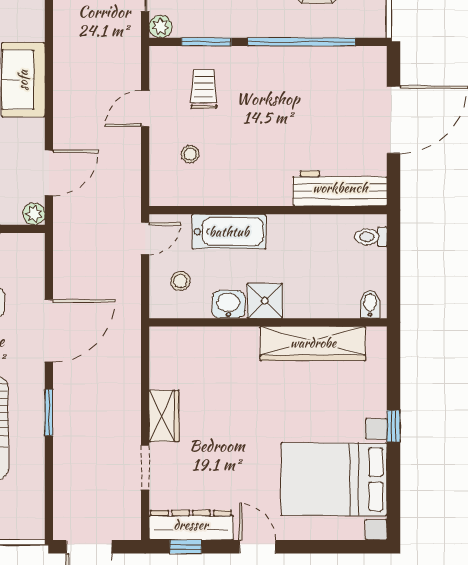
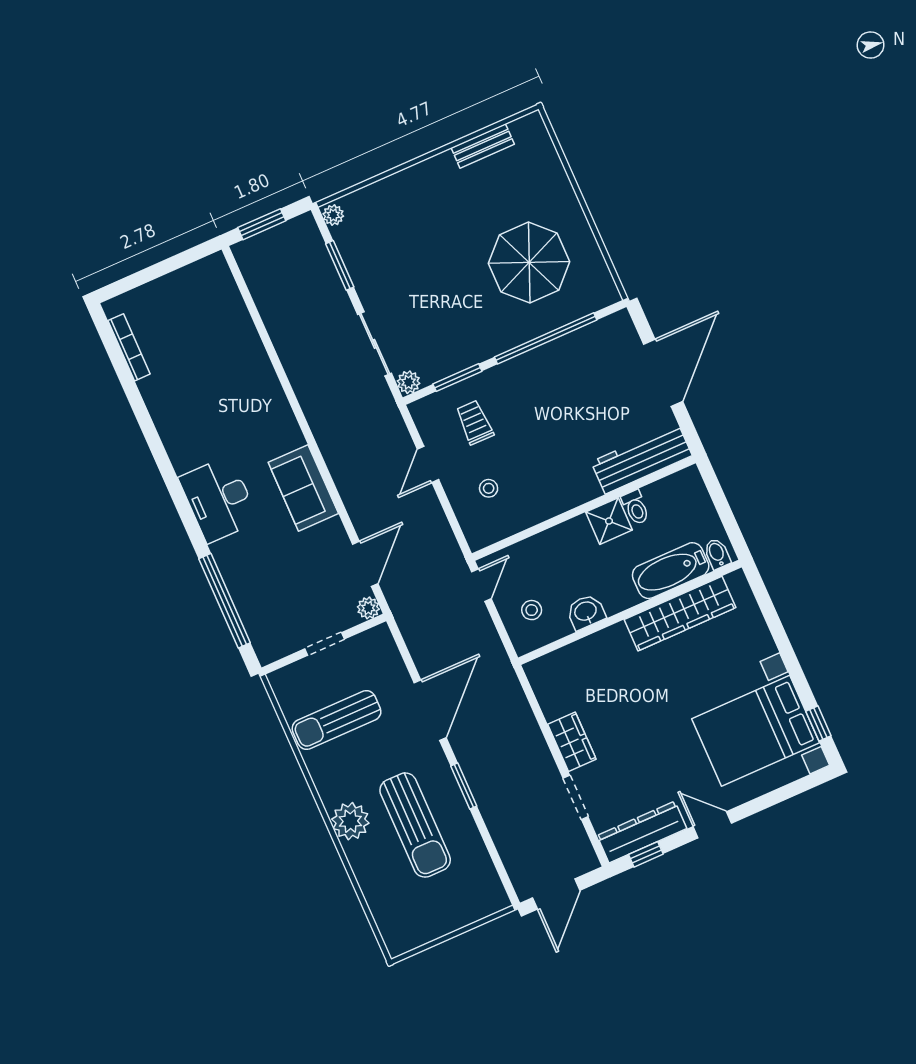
bathtub: (229, 232) -> (671, 571), moved, turned 180
toilet: (371, 237) -> (636, 507), moved, turned -90
shower: (265, 301) -> (609, 521), moved
window: (394, 426) -> (818, 723), moved

